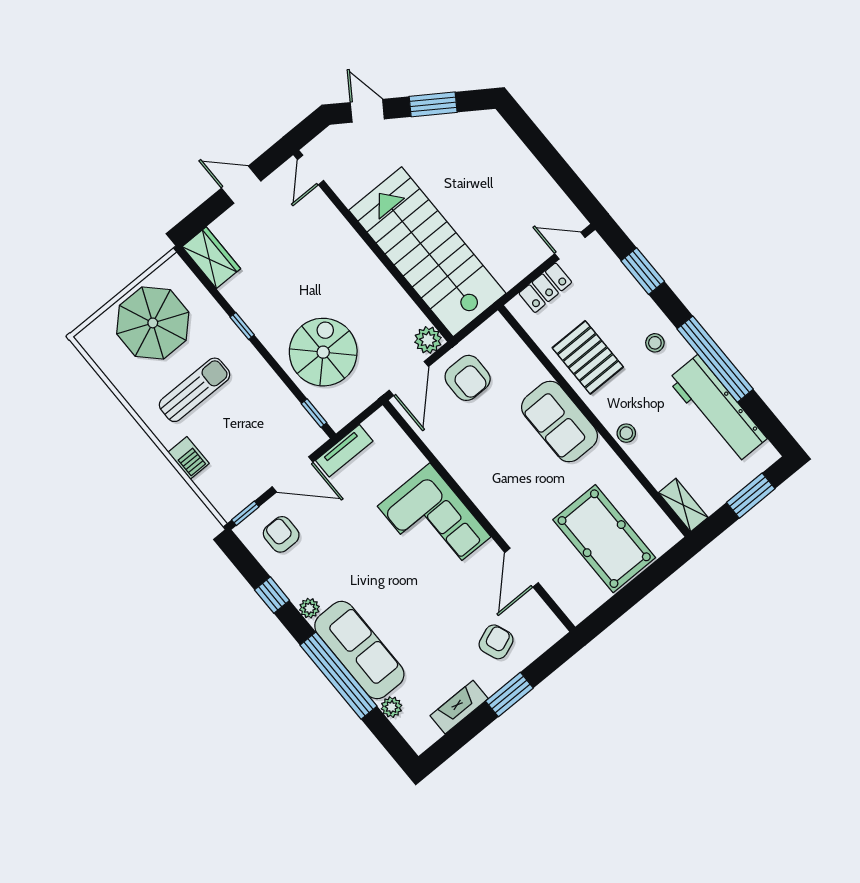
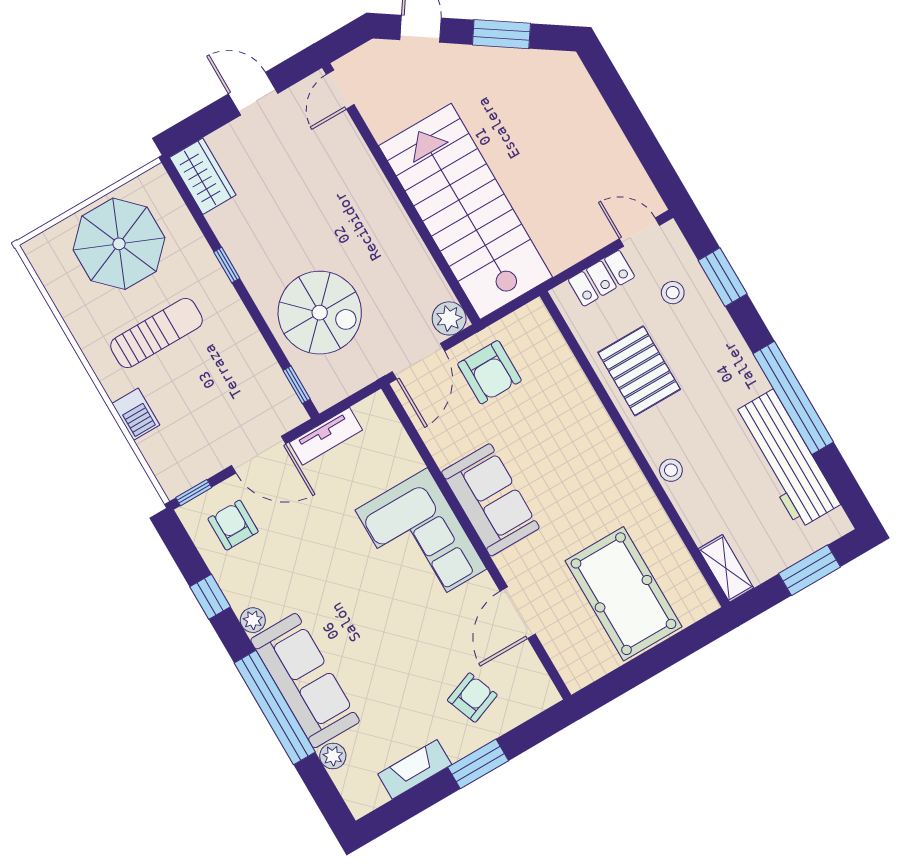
stool: (655, 343) -> (673, 293), moved
spiral stairs: (323, 352) -> (320, 313), turned 90
sofa: (560, 422) -> (490, 500), moved, turned 180

